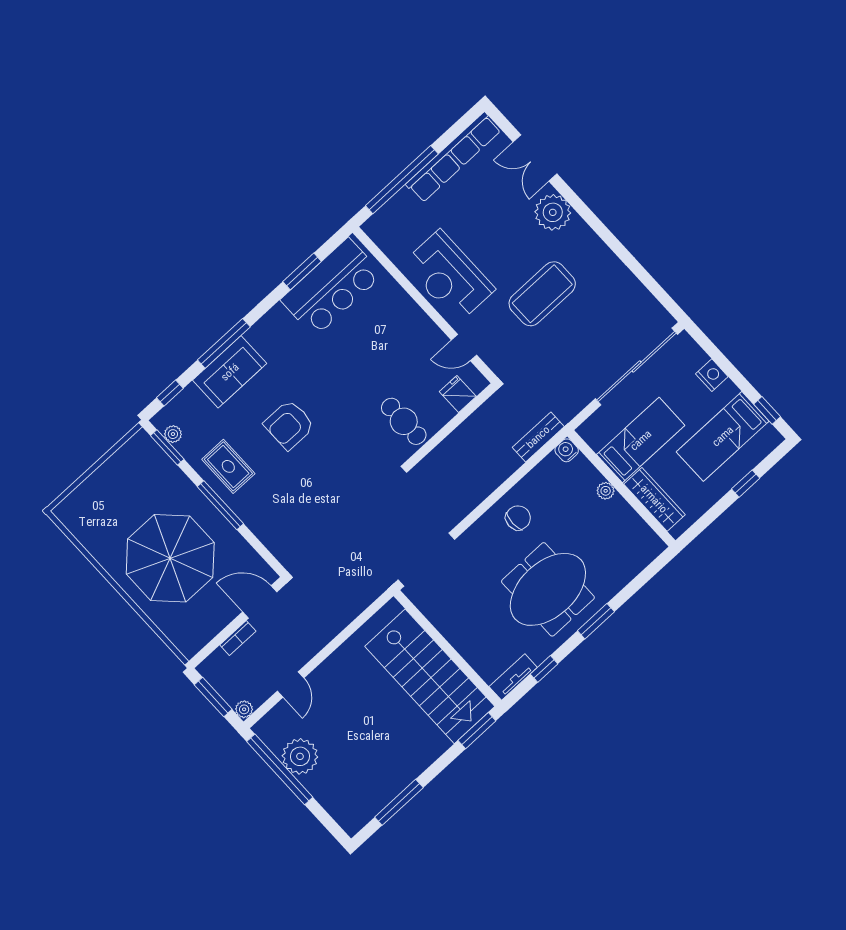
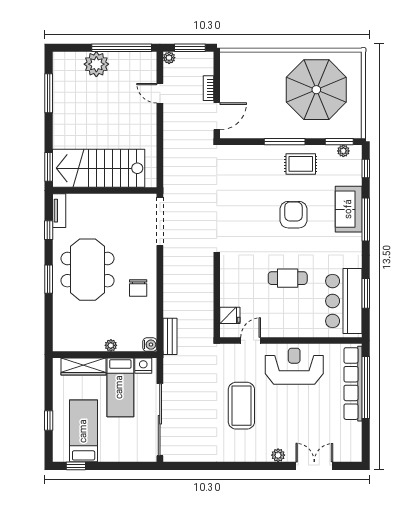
row of seats: (453, 157) -> (353, 384), moved
plant: (553, 212) -> (278, 455), width x0.53, depth x0.53
nightstand: (712, 375) -> (143, 366), moved, turned 180
cafe table: (404, 421) -> (288, 278), moved
parasol: (170, 558) -> (316, 90), moved
plant: (300, 756) -> (96, 64), moved

